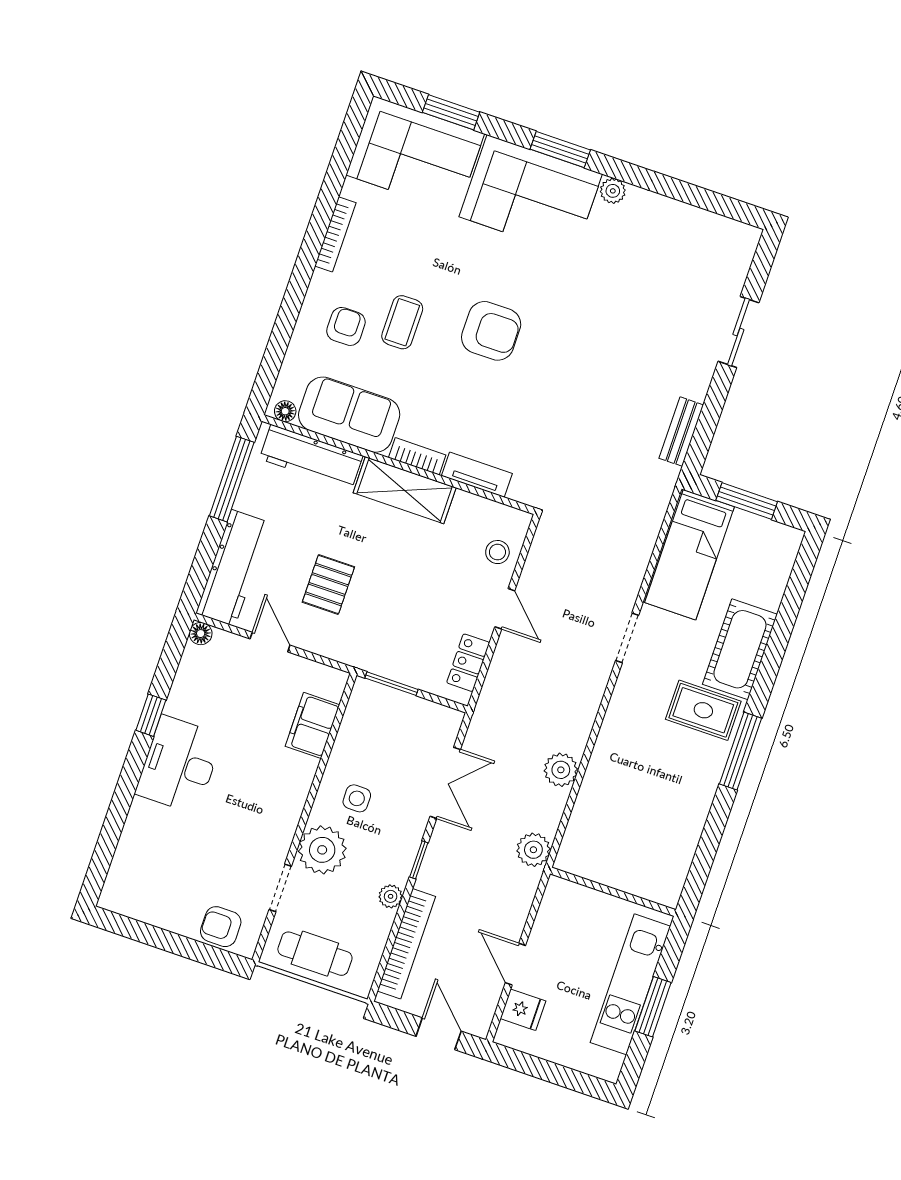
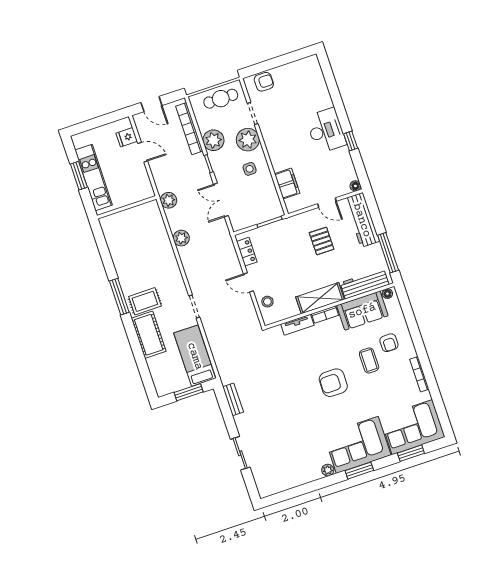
plant: (391, 896) -> (213, 140), width x1.88, depth x1.88

